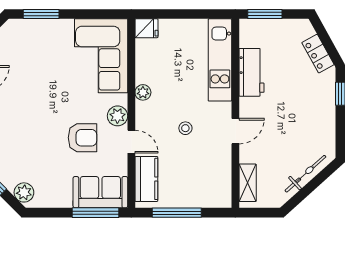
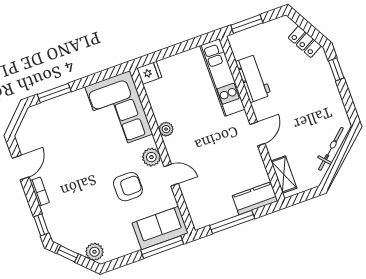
stool: (185, 128) -> (214, 147), removed
kitchen counter: (146, 179) -> (255, 198), moved, turned -90

